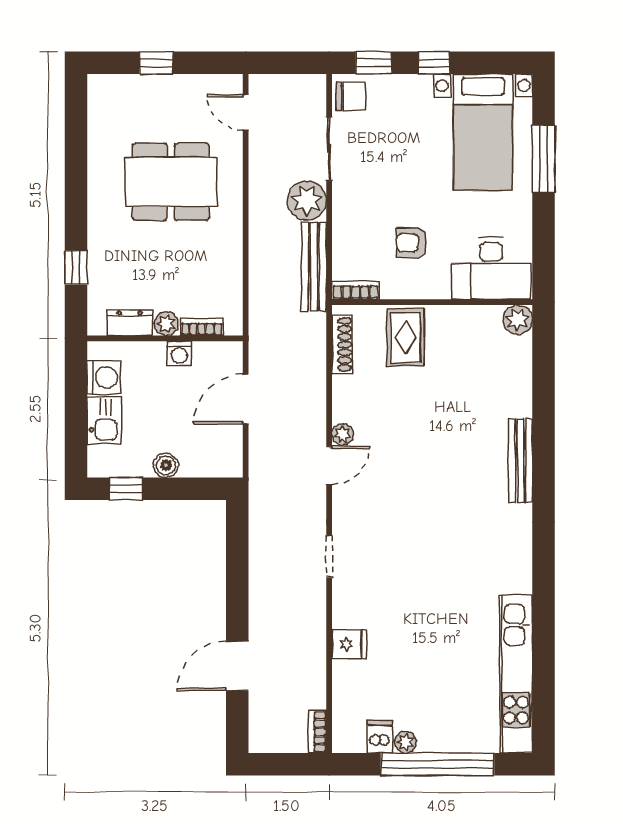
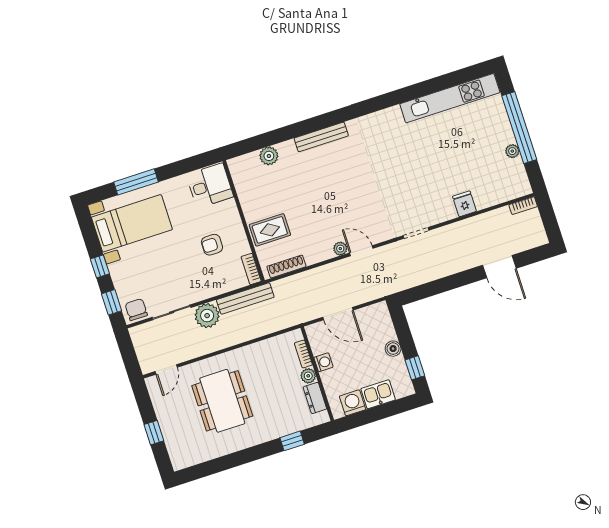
armchair: (412, 243) -> (212, 245), turned 90
desk: (491, 268) -> (210, 186), width x0.73
plant: (518, 320) -> (269, 156), moved
dishwasher: (380, 737) -> (514, 168), removed

